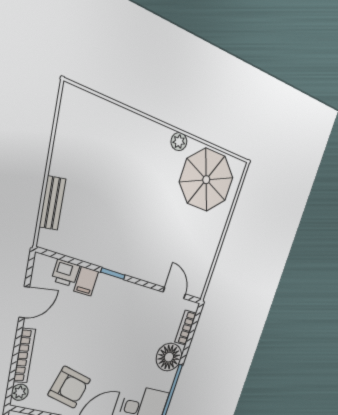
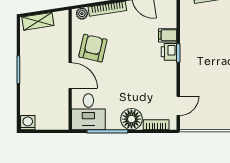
printer: (66, 273) -> (169, 52), moved
armchair: (69, 387) -> (93, 48), turned 180

